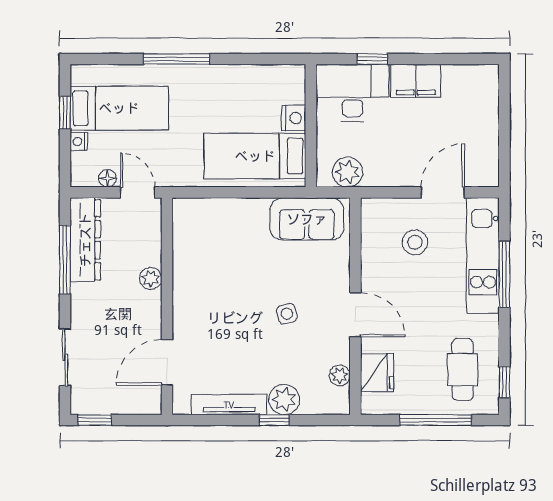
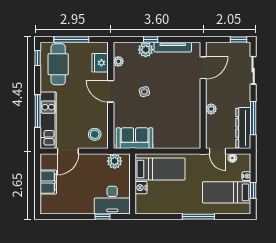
filing cabinet: (416, 81) -> (48, 182), moved, turned 90
stool: (415, 242) -> (95, 134), moved
cafe table: (463, 370) -> (58, 64), width x1.37, depth x1.35

